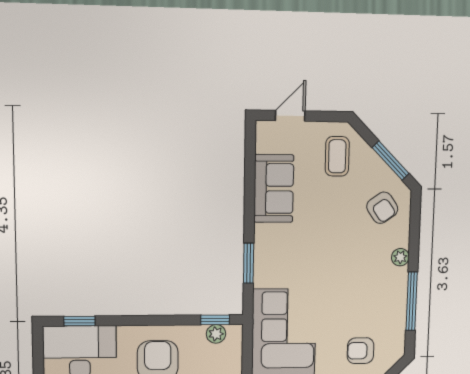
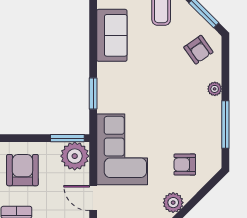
window: (215, 320) -> (67, 138), width x1.50
plant: (216, 334) -> (75, 156), width x1.87, depth x1.87

